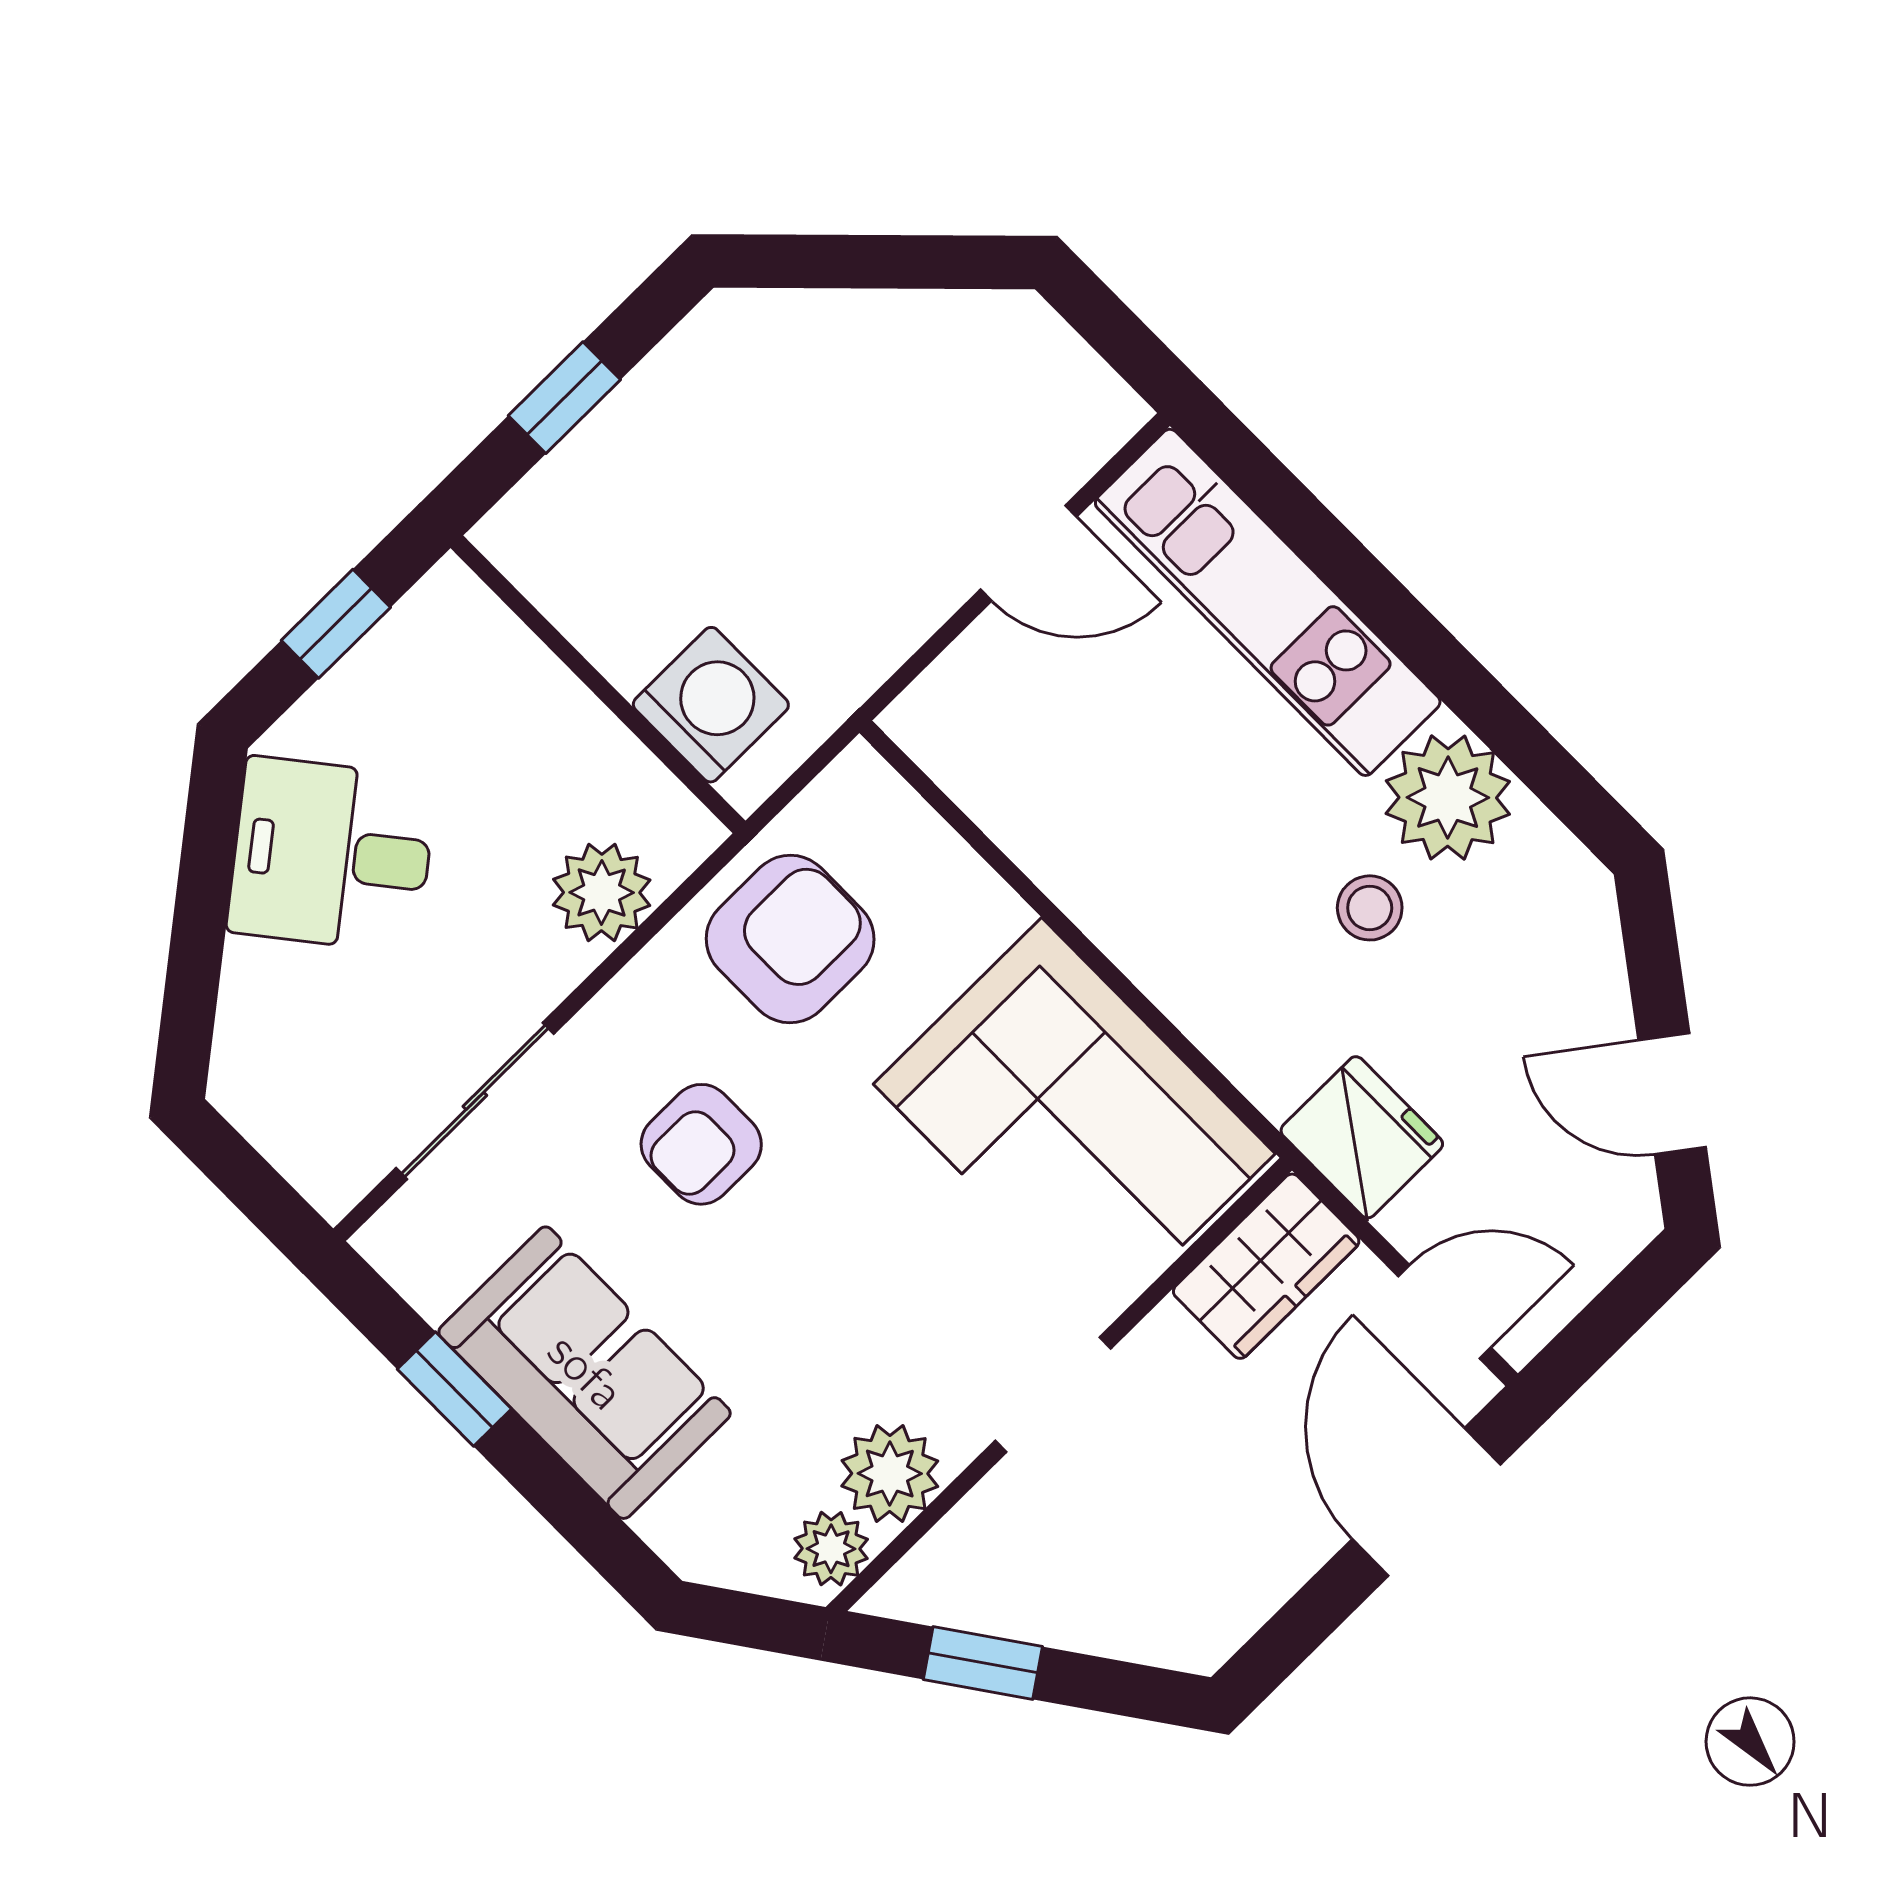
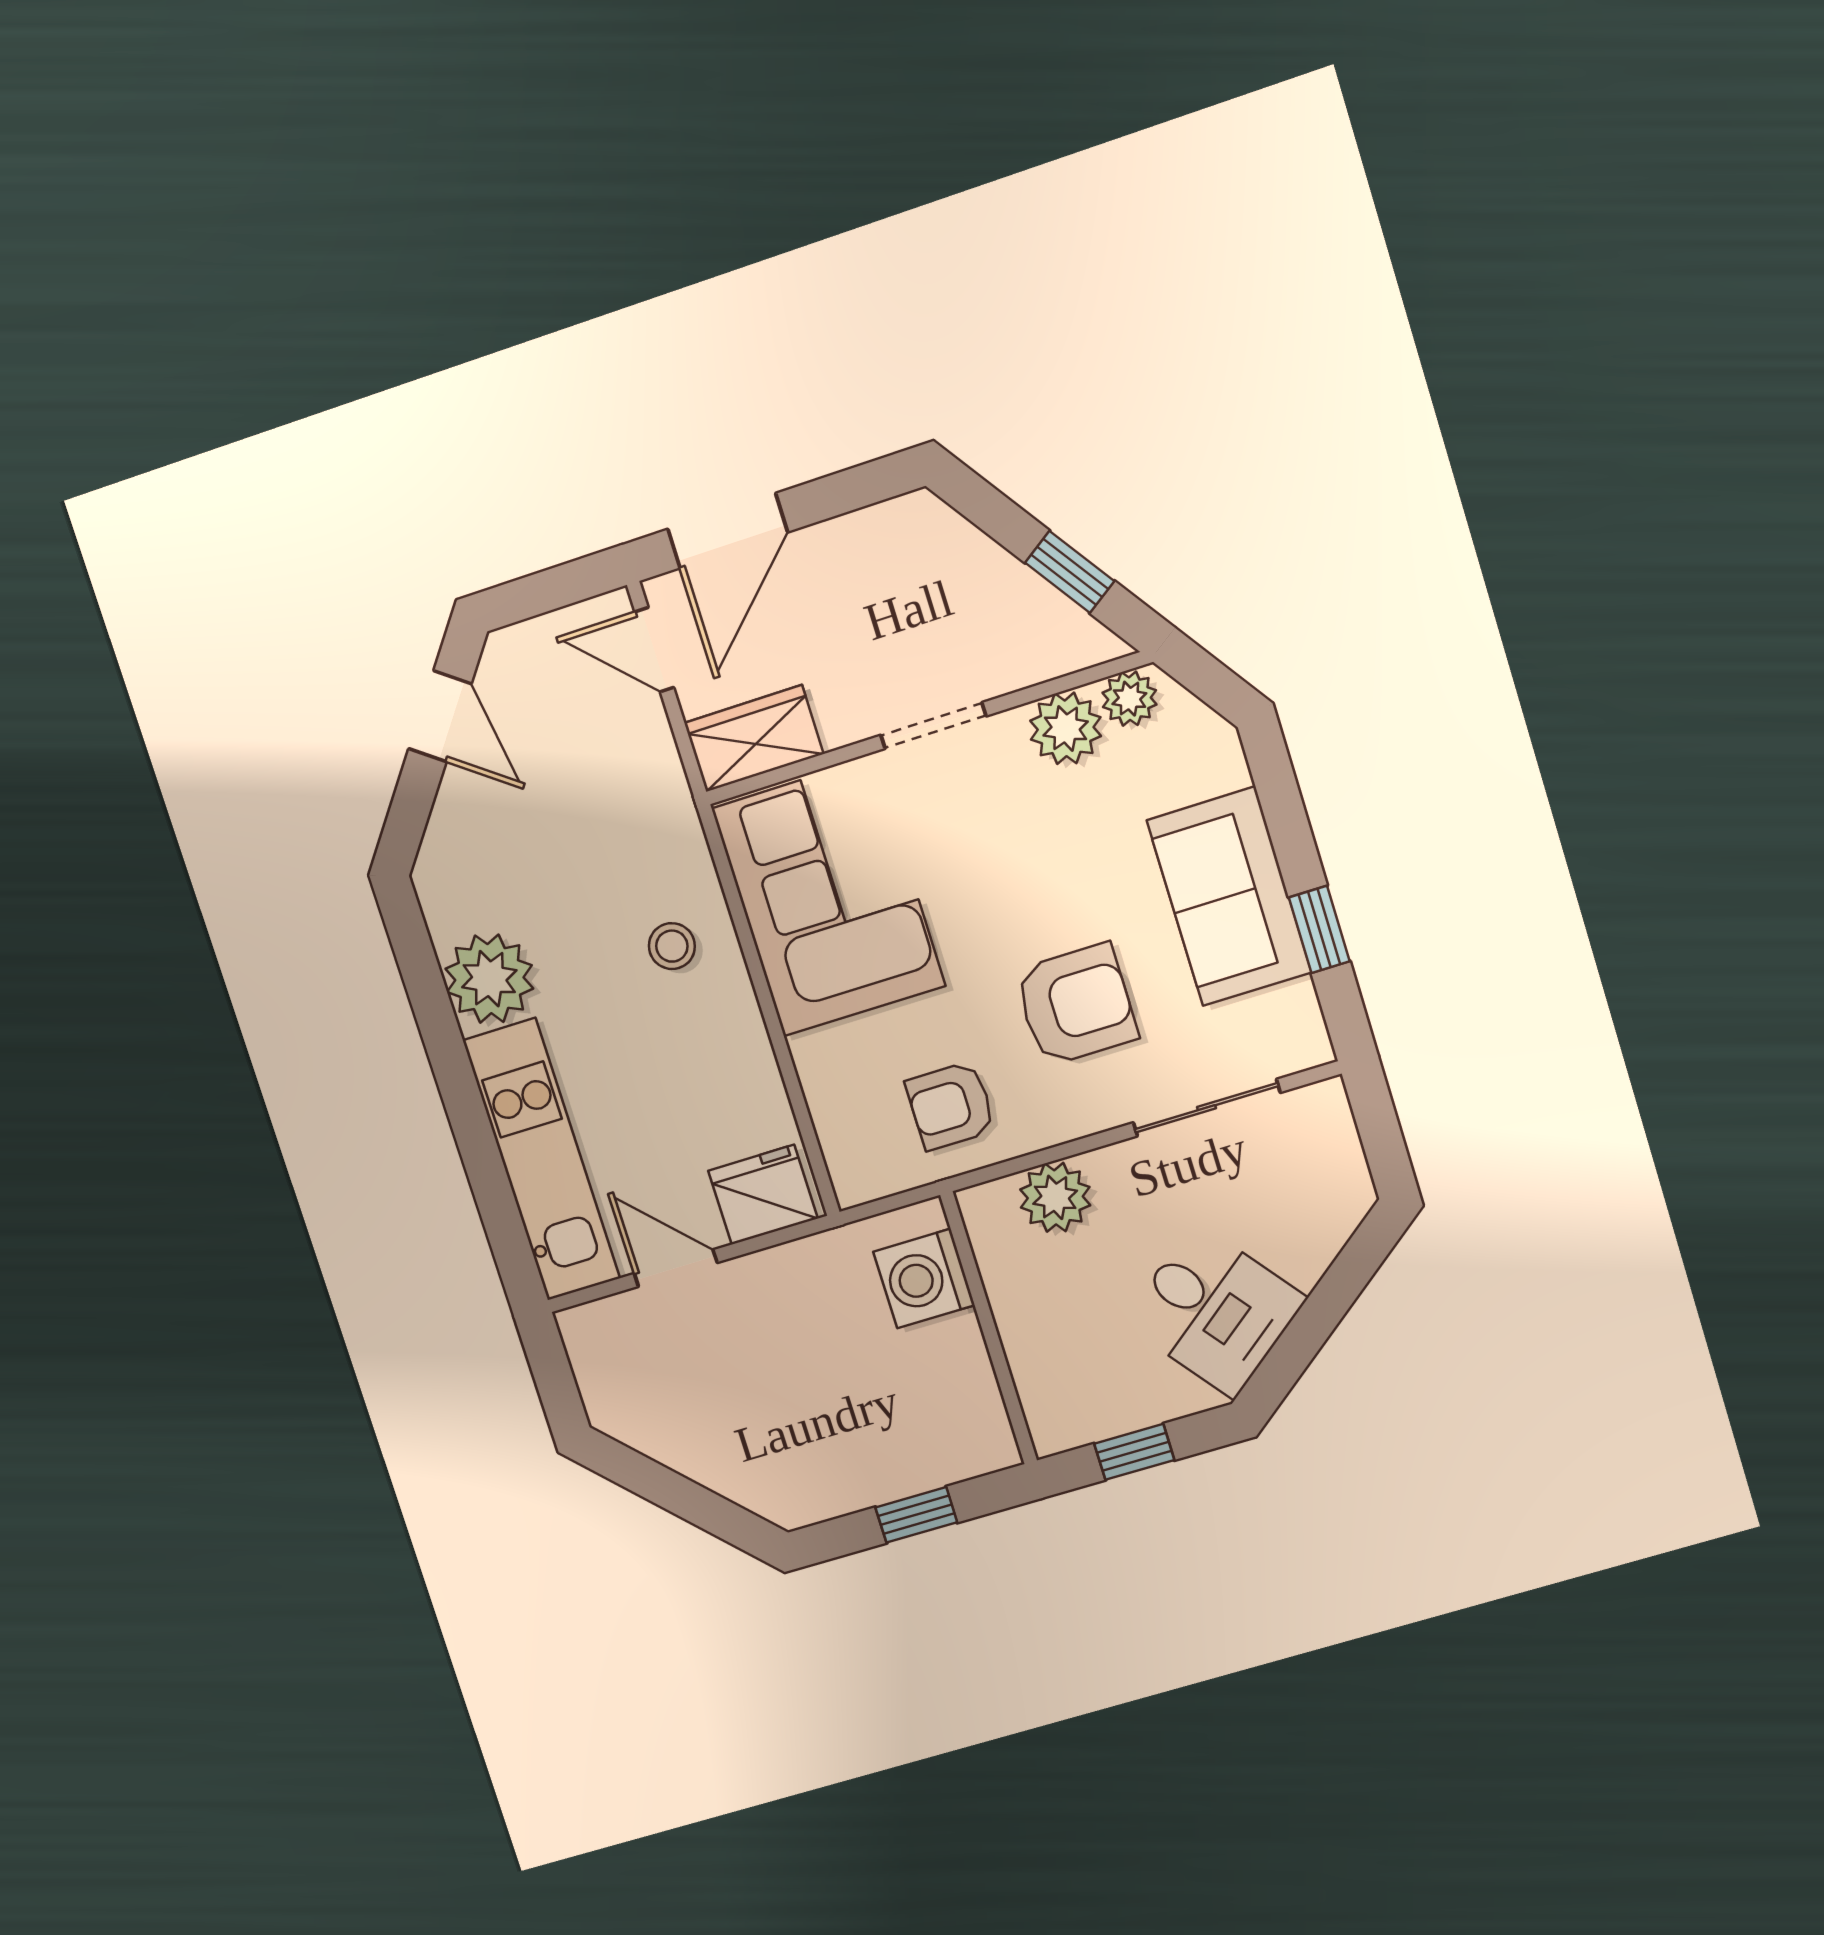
stool: (1370, 908) -> (672, 946), moved
armchair: (790, 939) -> (951, 1106), width x0.72, depth x0.72
fridge: (1362, 1137) -> (763, 1195), moved, turned 90
armchair: (701, 1144) -> (1076, 1005), width x1.38, depth x1.38

